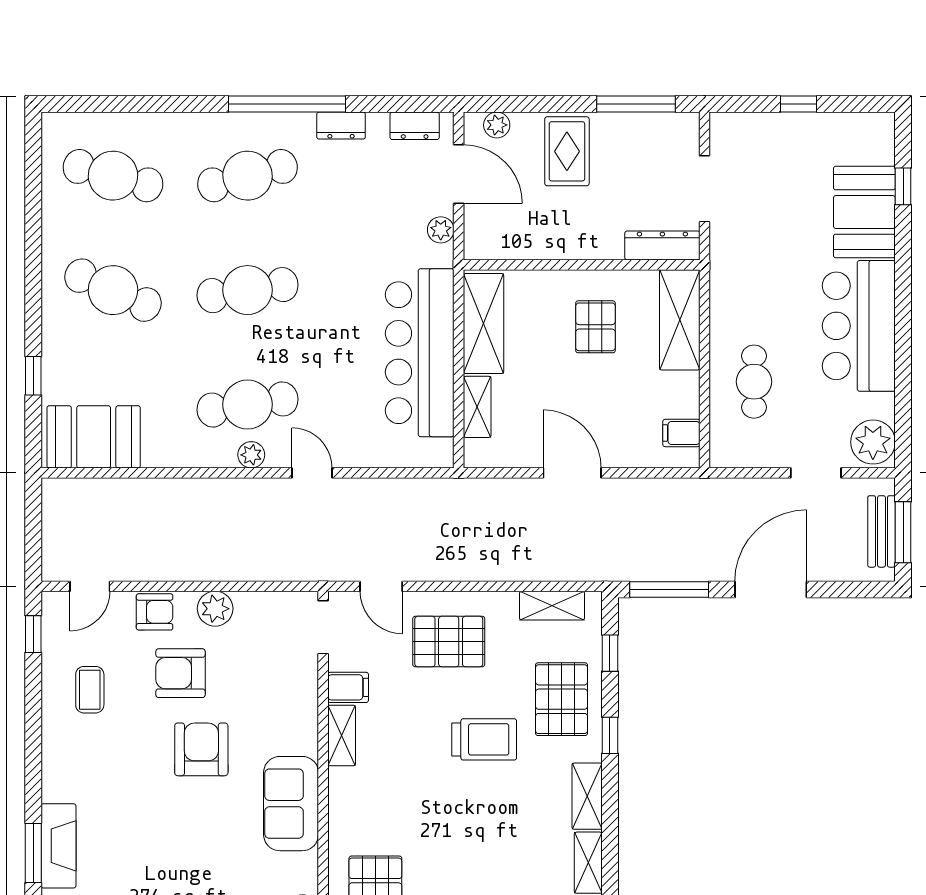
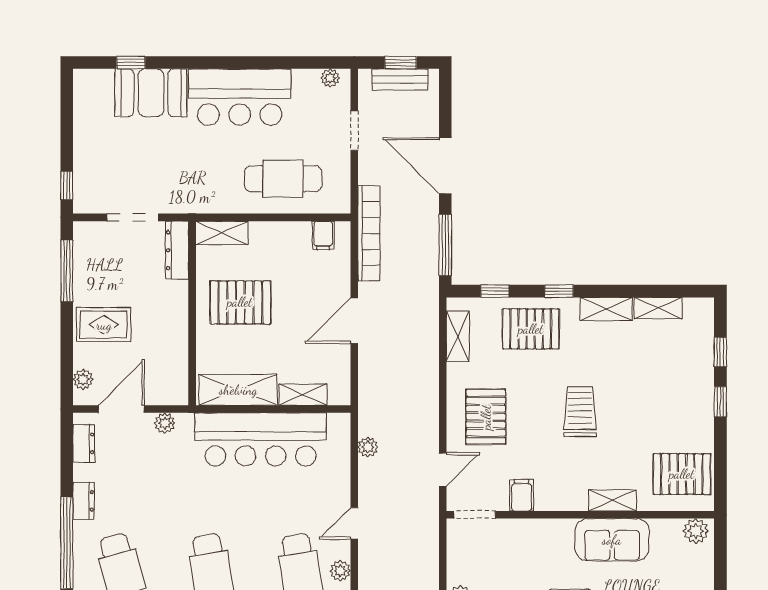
window: (799, 104) -> (67, 185), moved
shelving: (680, 320) -> (222, 233), width x0.67, depth x0.75
pallet: (595, 327) -> (240, 302), width x1.50, depth x1.42
cafe table: (754, 382) -> (283, 179), width x1.37, depth x1.35
plant: (873, 442) -> (330, 78), width x0.53, depth x0.53
plant: (410, 490) -> (368, 447), added
bookcase: (684, 492) -> (369, 233), added
window: (903, 532) -> (401, 63), width x0.67
shelving: (342, 736) -> (613, 500), moved
trolley: (484, 739) -> (580, 412), moved

